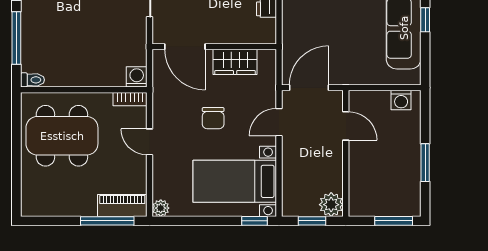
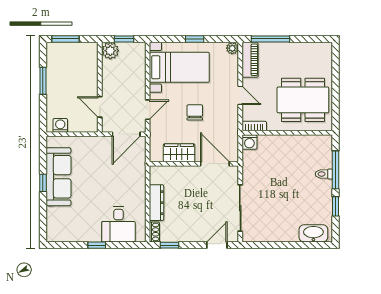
toilet: (33, 80) -> (324, 174), moved
piano: (122, 205) -> (250, 60), moved, turned -90
window: (254, 221) -> (195, 39), moved

